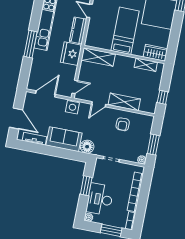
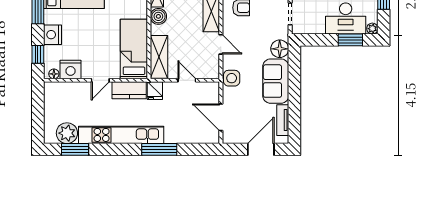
bed: (125, 31) -> (134, 49), moved, turned 90
fridge: (71, 54) -> (155, 91), width x0.53, depth x0.75
boiler: (128, 62) -> (158, 16), added
door: (75, 87) -> (187, 80), moved
window: (86, 186) -> (350, 40), moved

